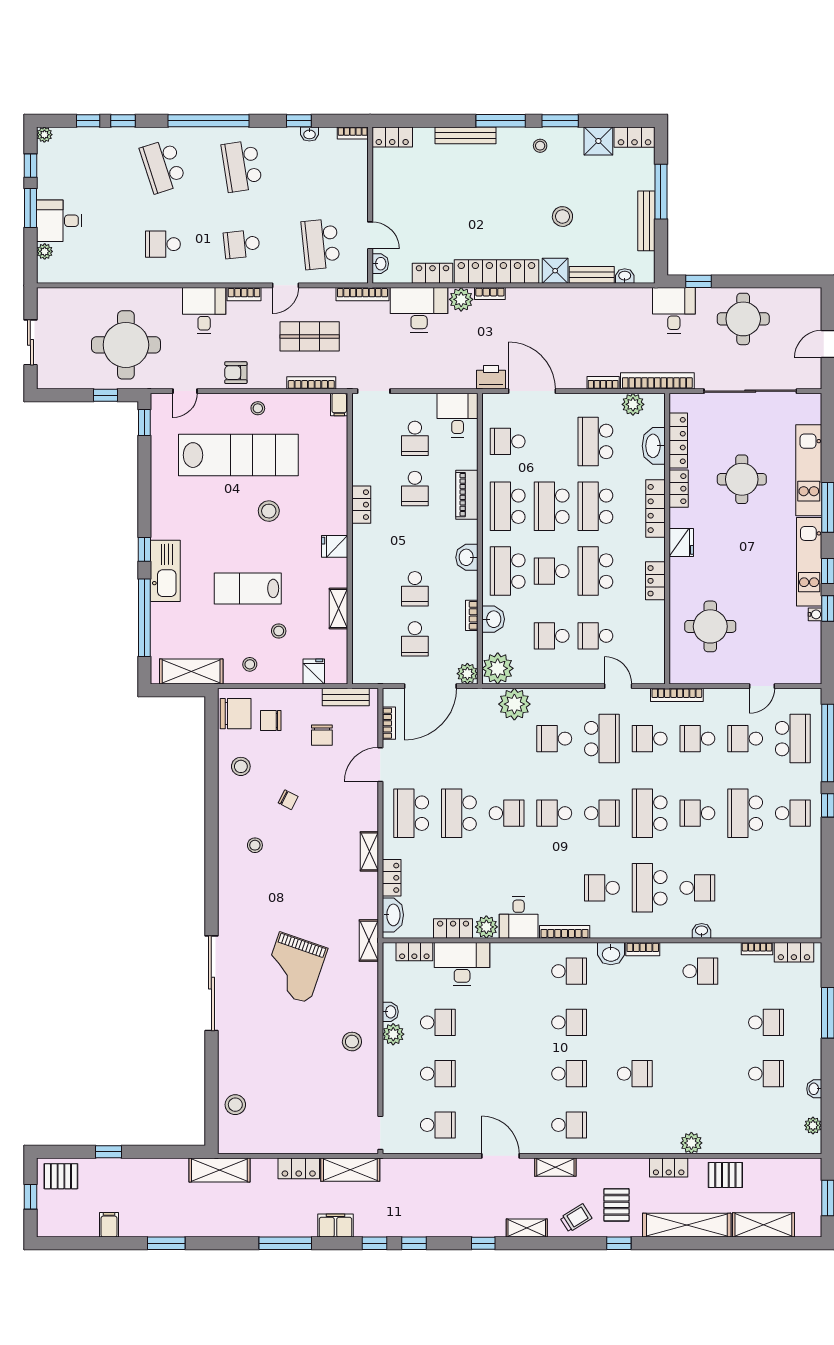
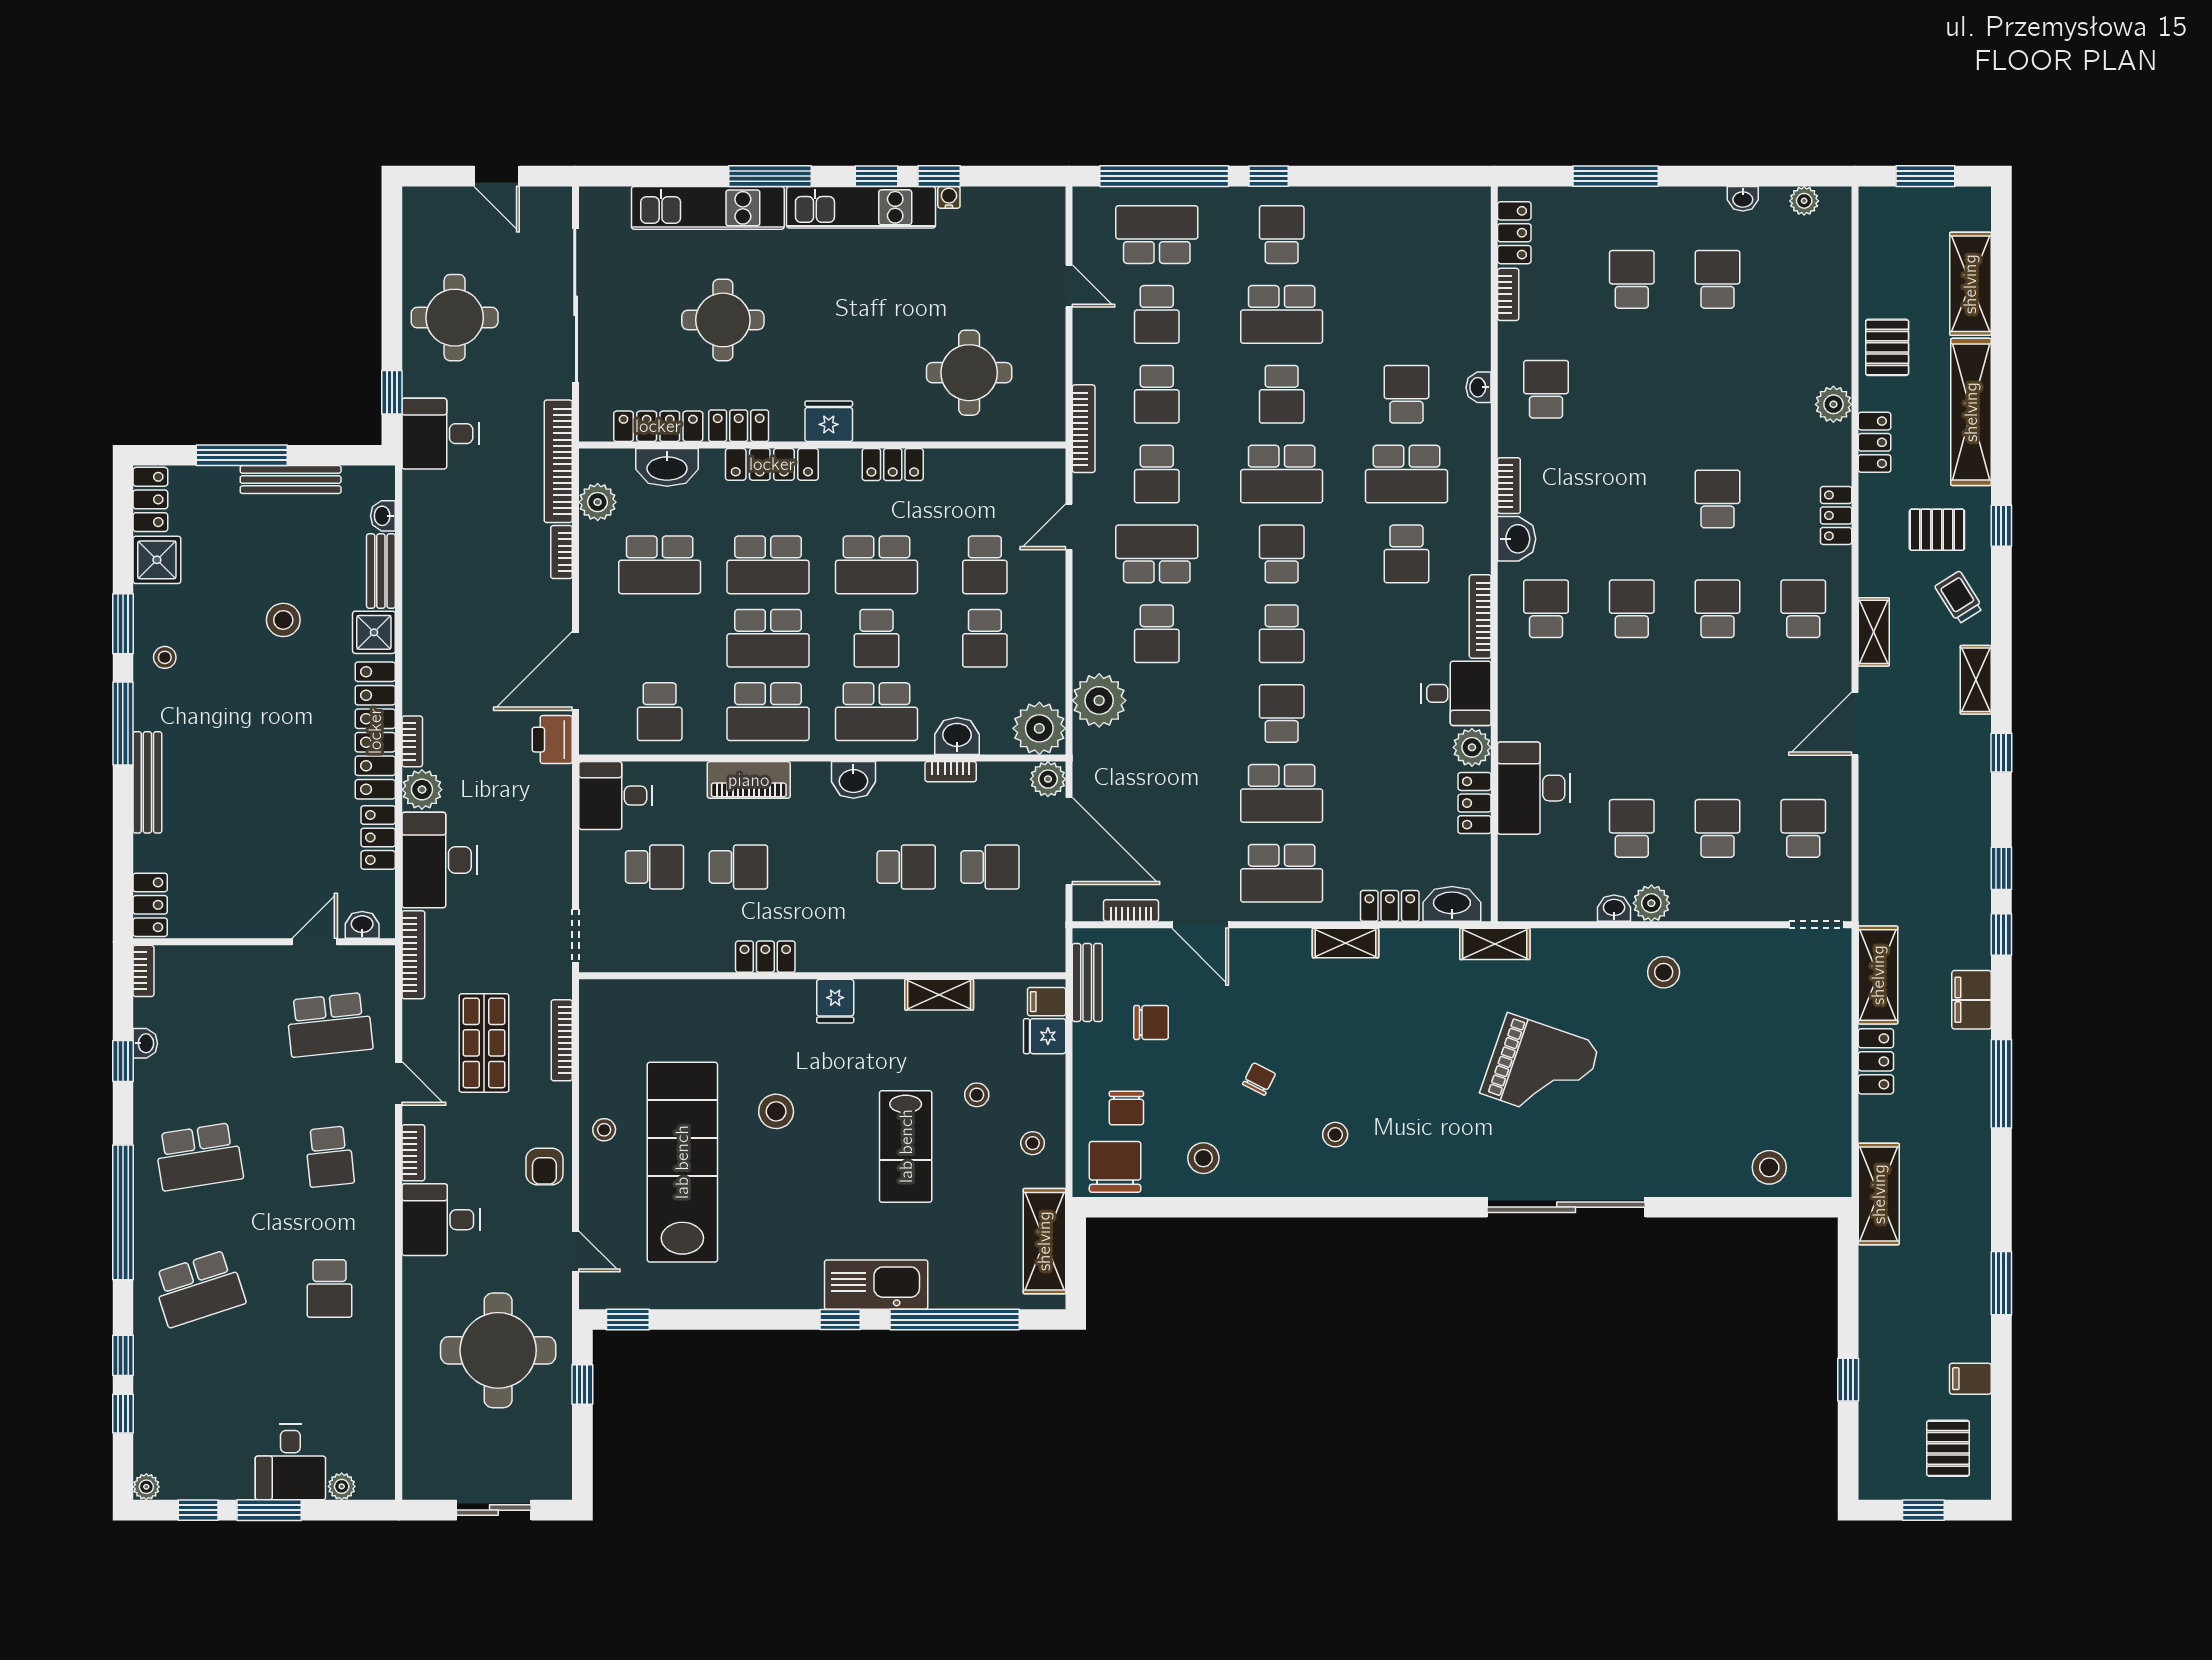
filing cabinet: (339, 405) -> (1047, 1002), moved, turned 180
locker: (414, 952) -> (1836, 515), moved, turned 180
pallet: (61, 1176) -> (1948, 1448), moved

